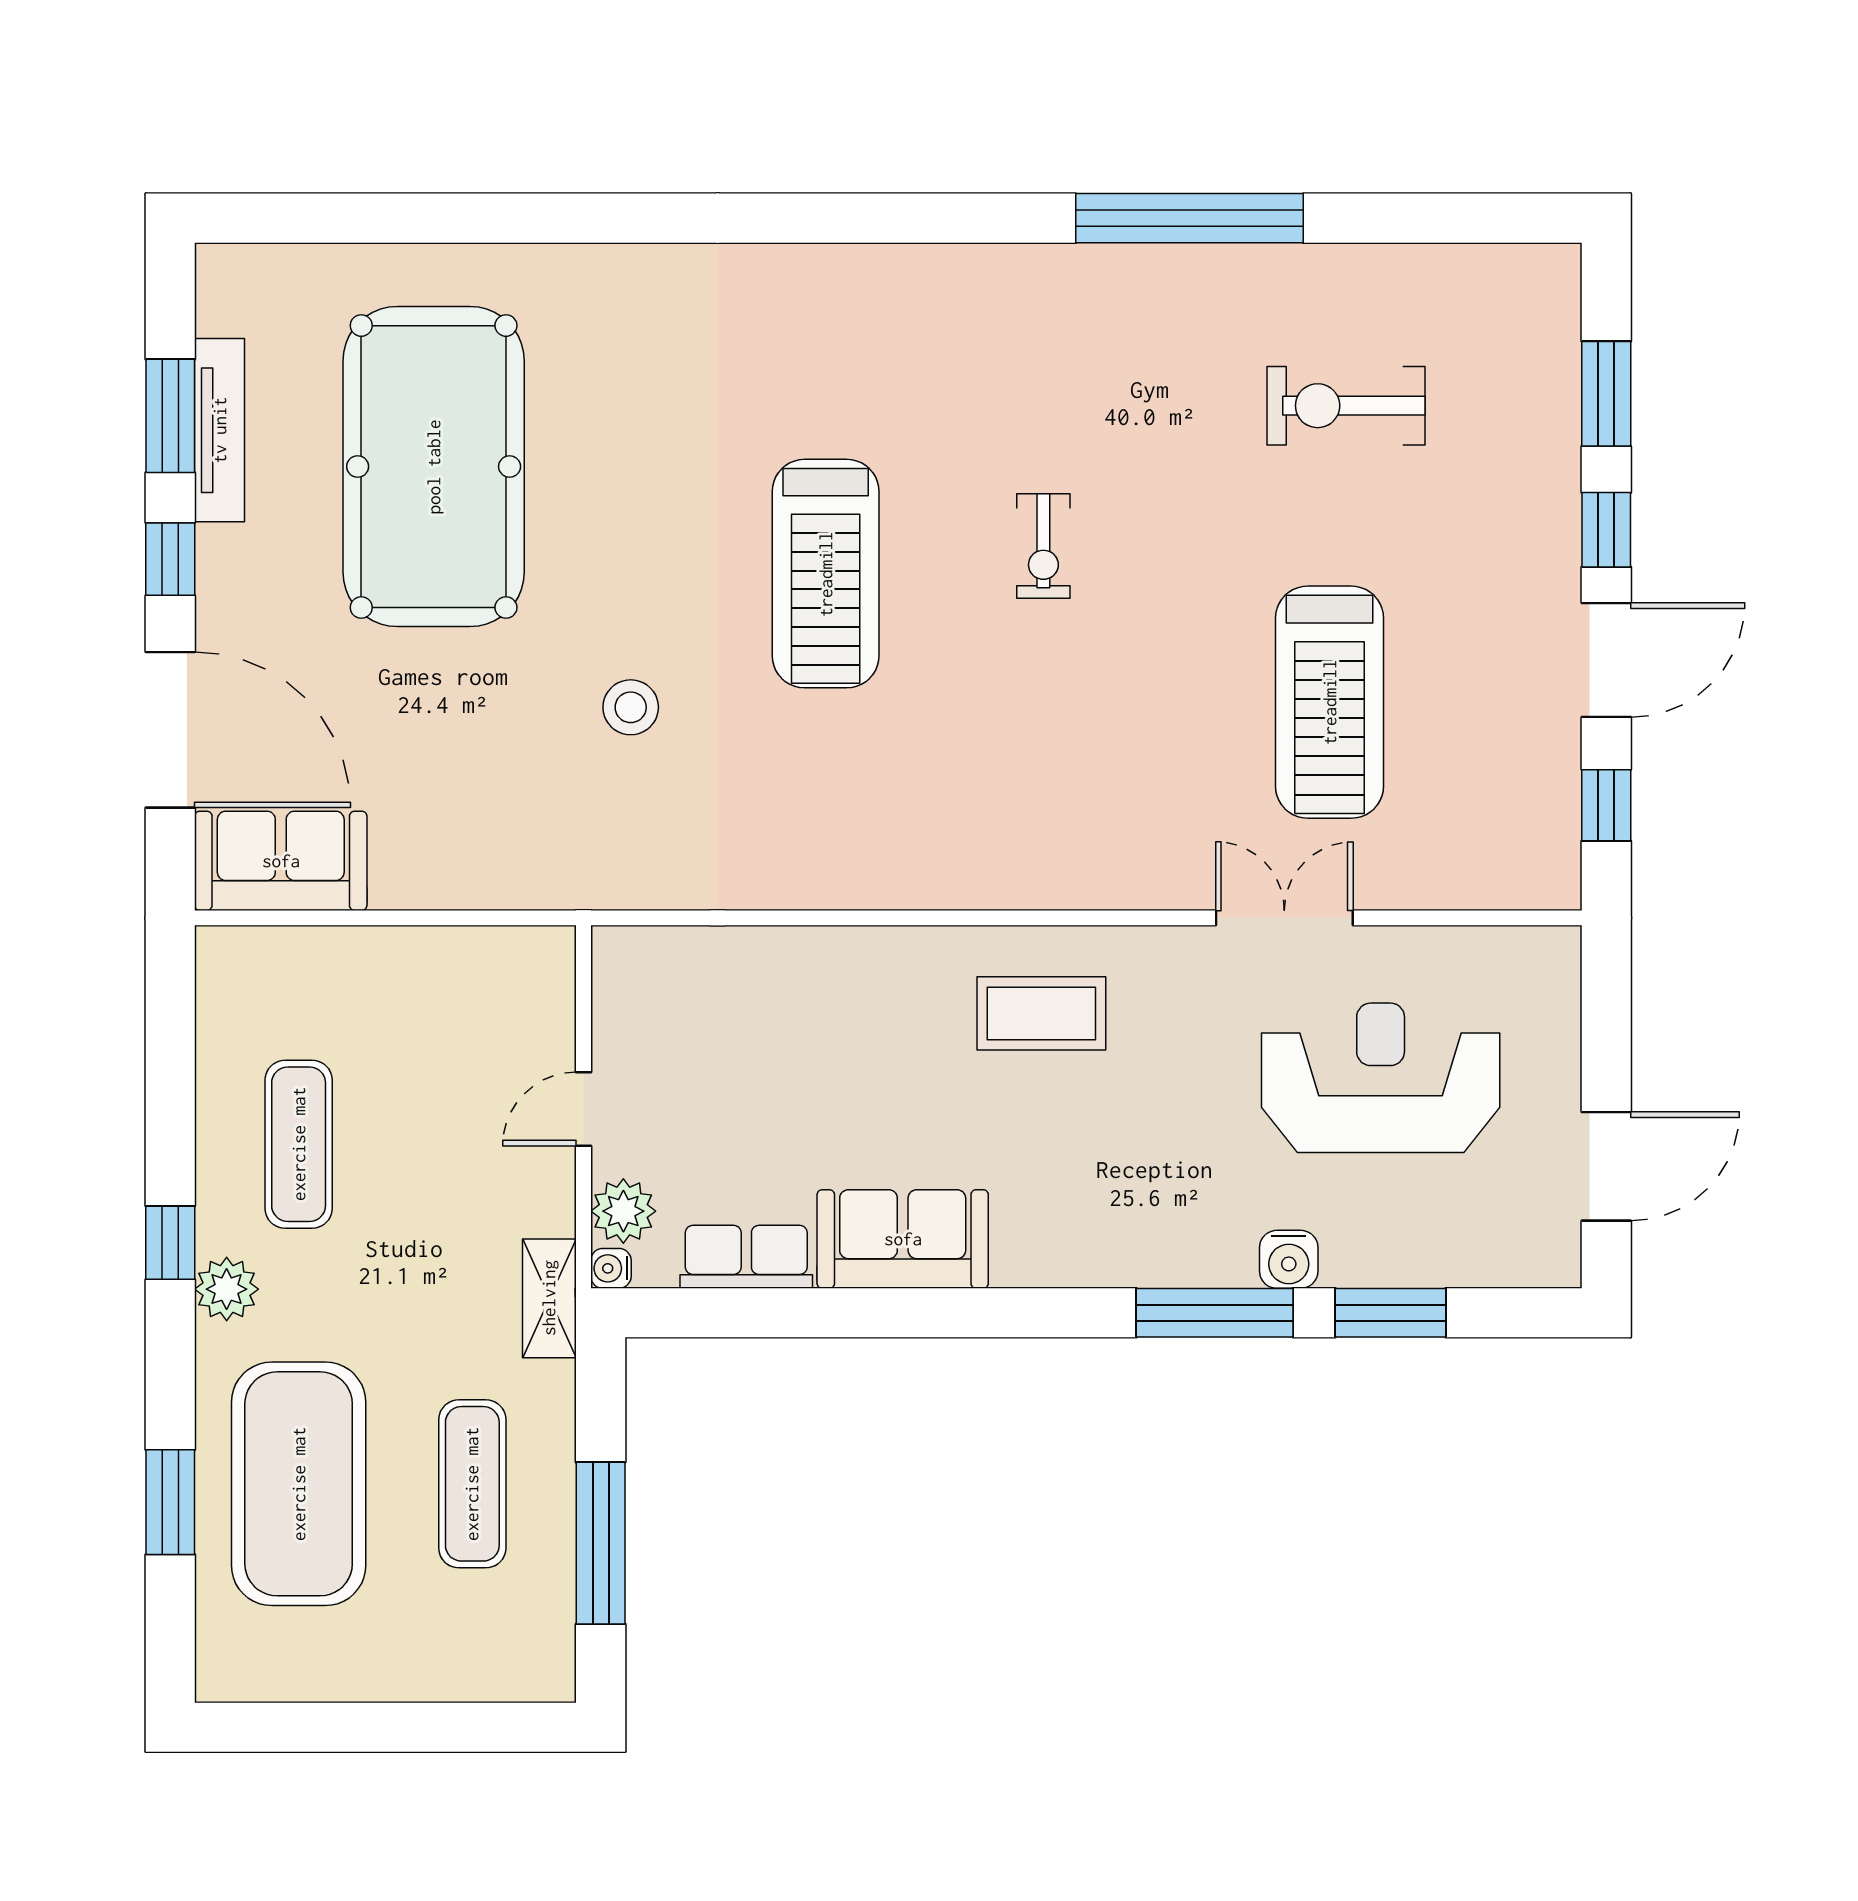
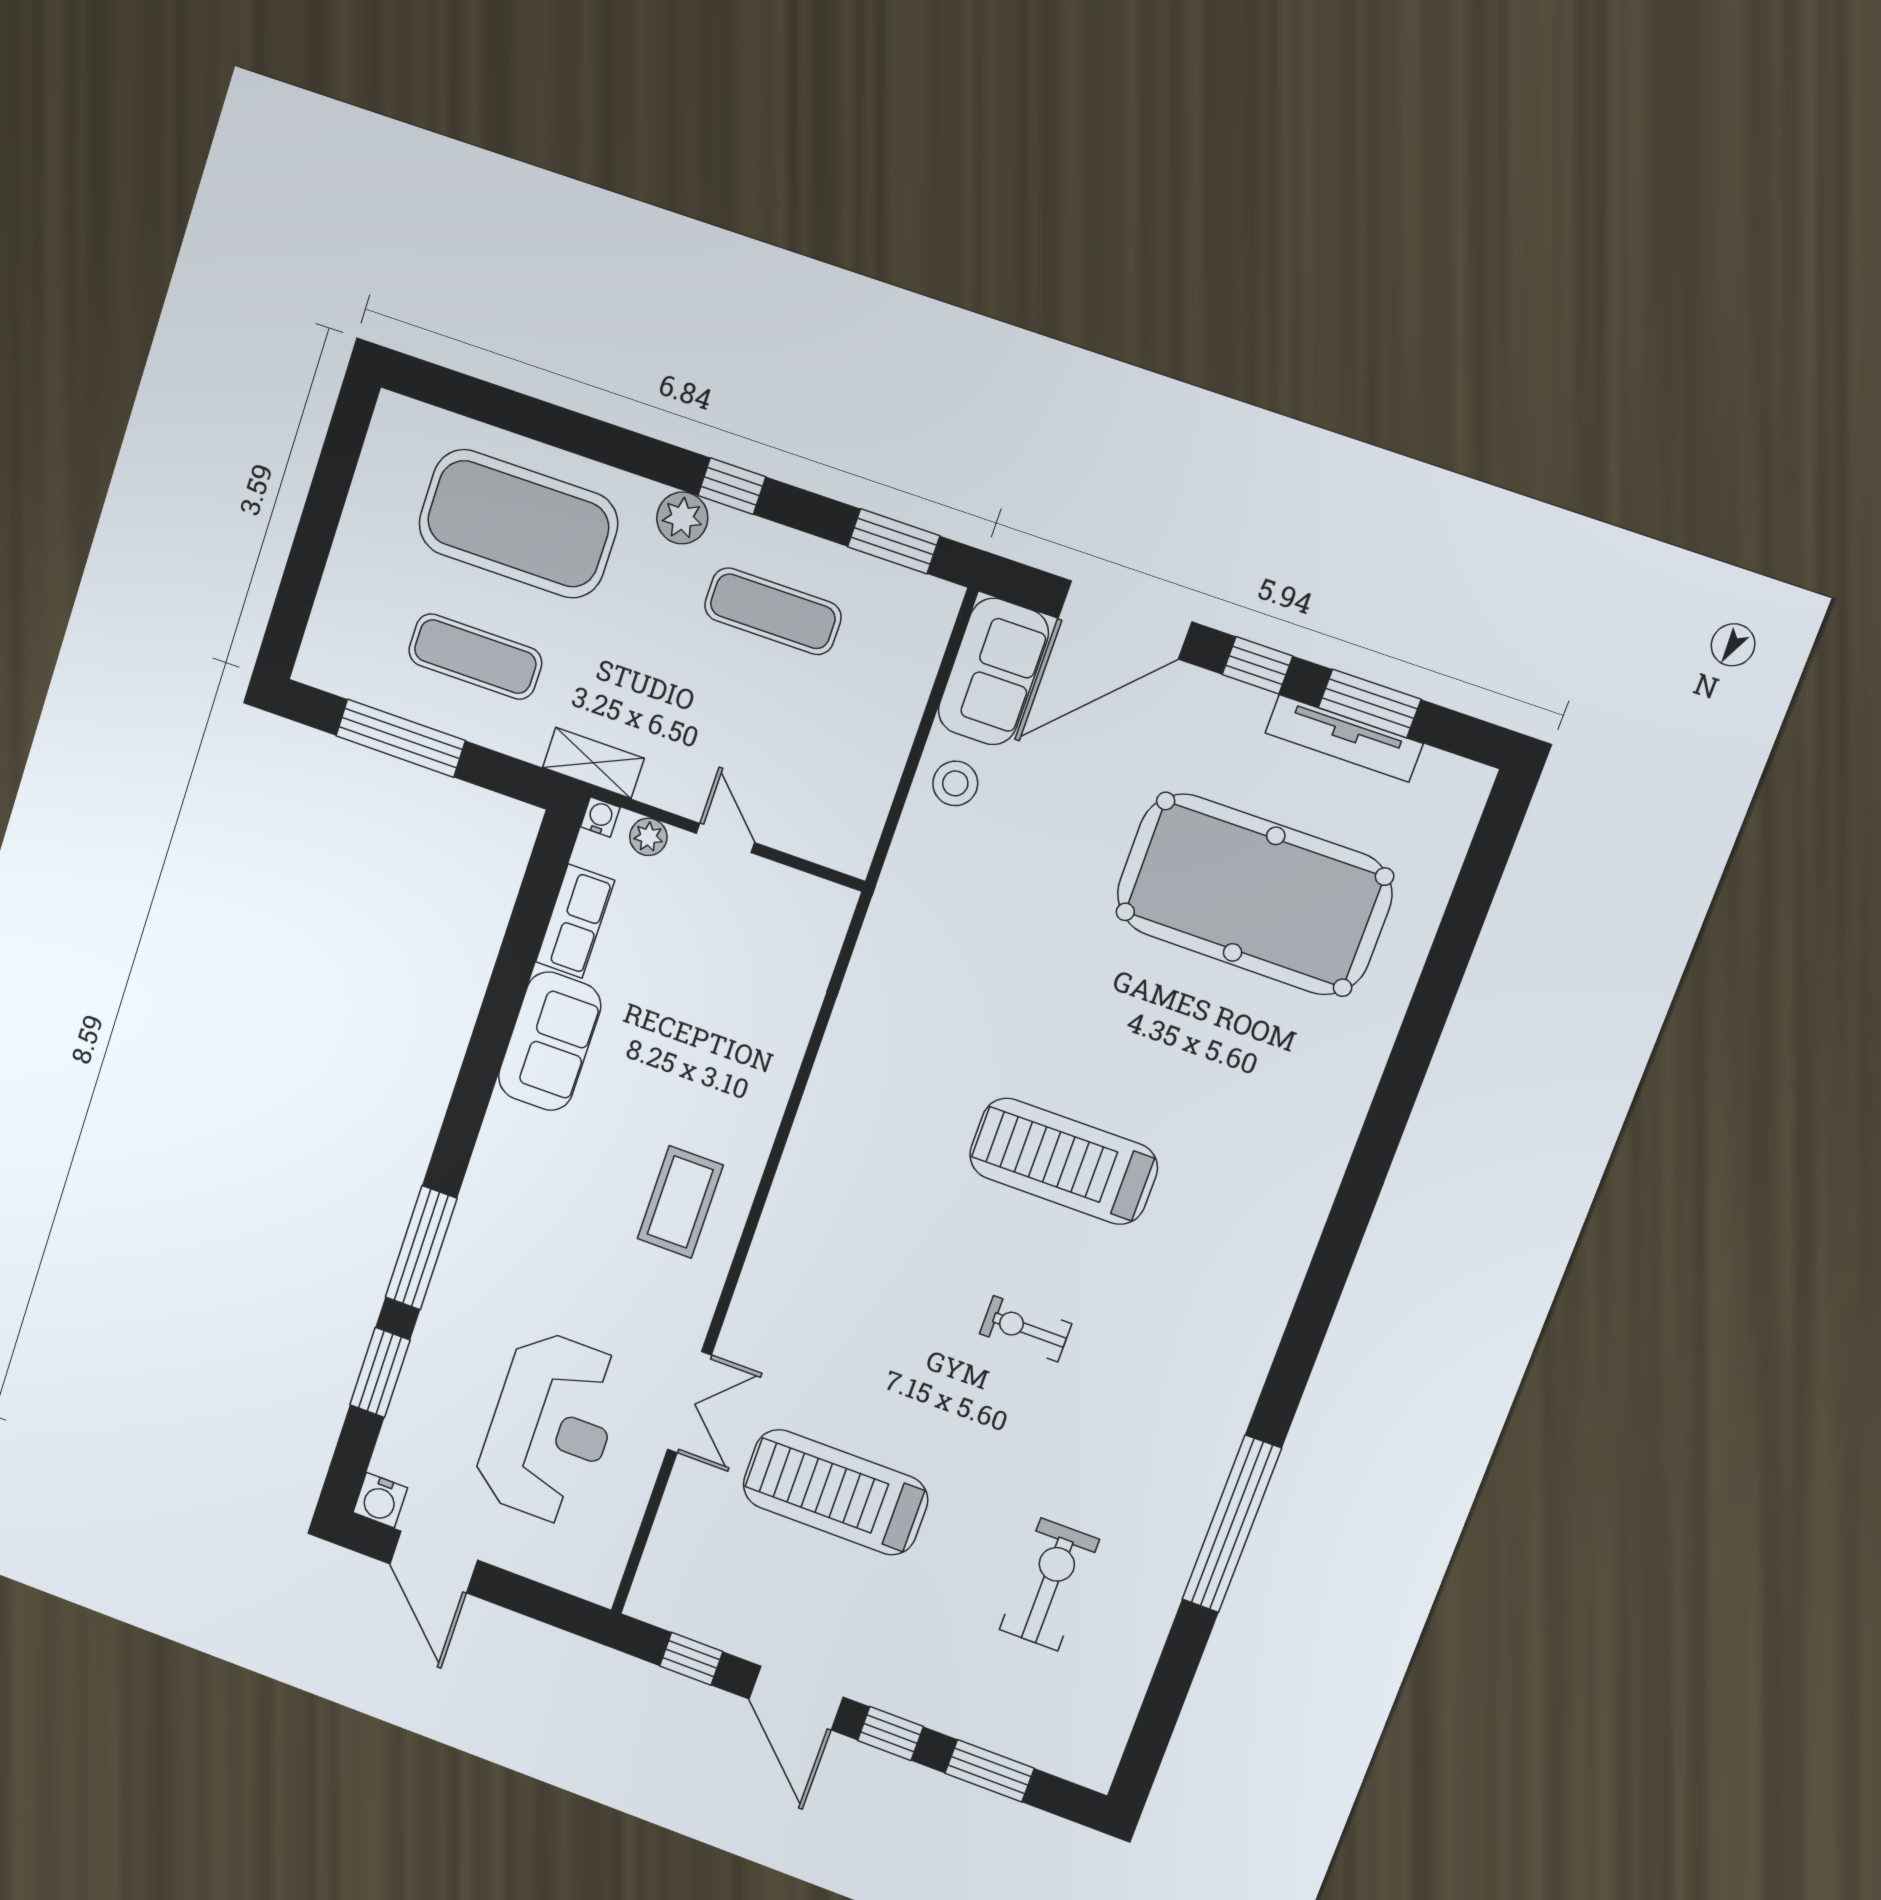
stool: (631, 707) -> (955, 783), moved
plant: (623, 1211) -> (648, 837), width x0.73, depth x0.73
water cooler: (1289, 1259) -> (380, 1500), moved, turned -90
window: (170, 1502) -> (894, 541), moved

